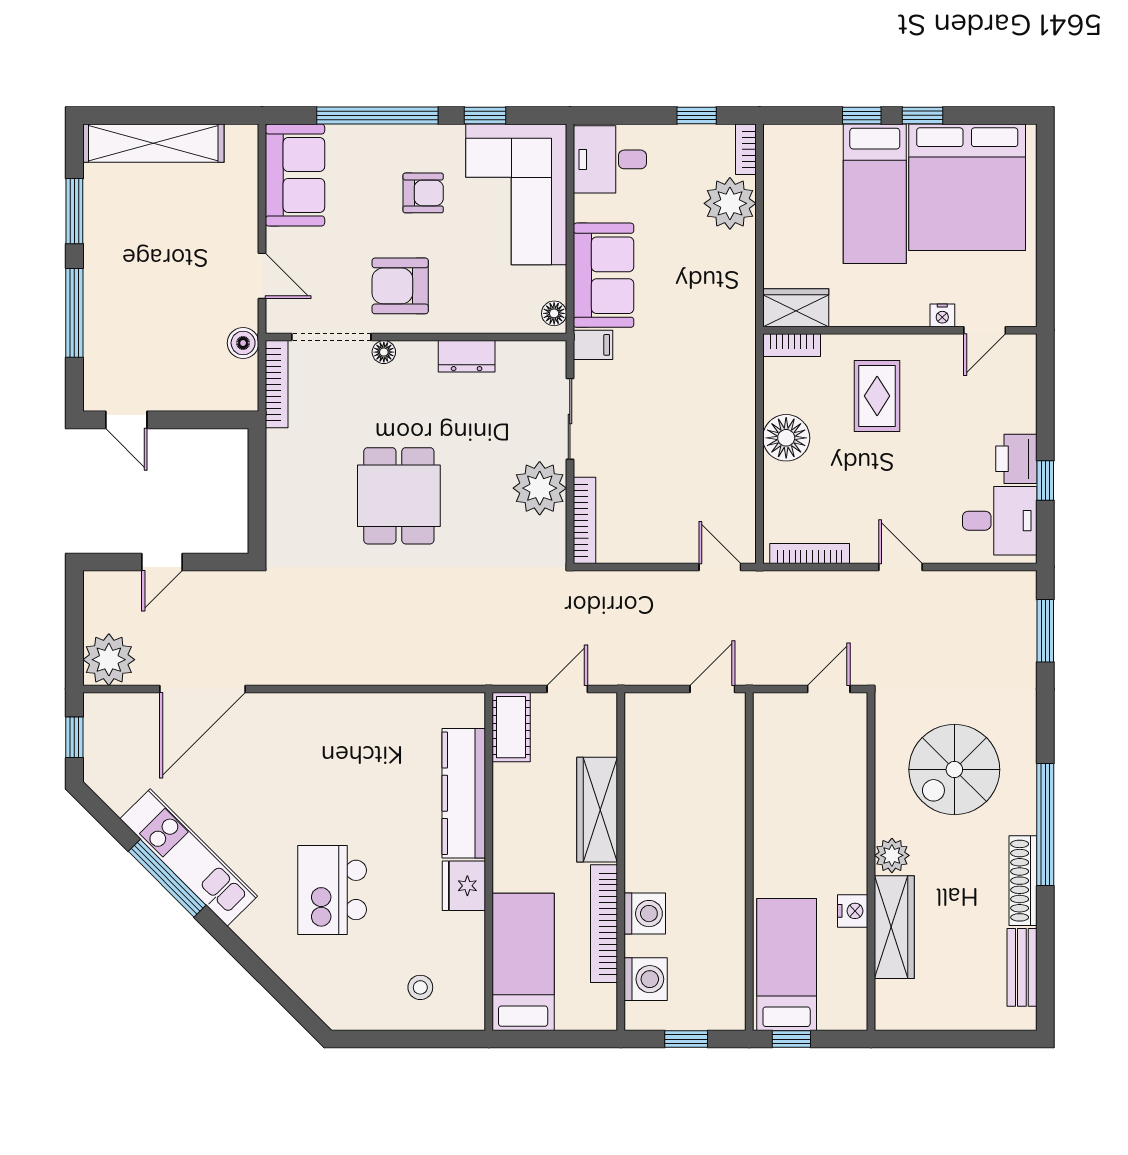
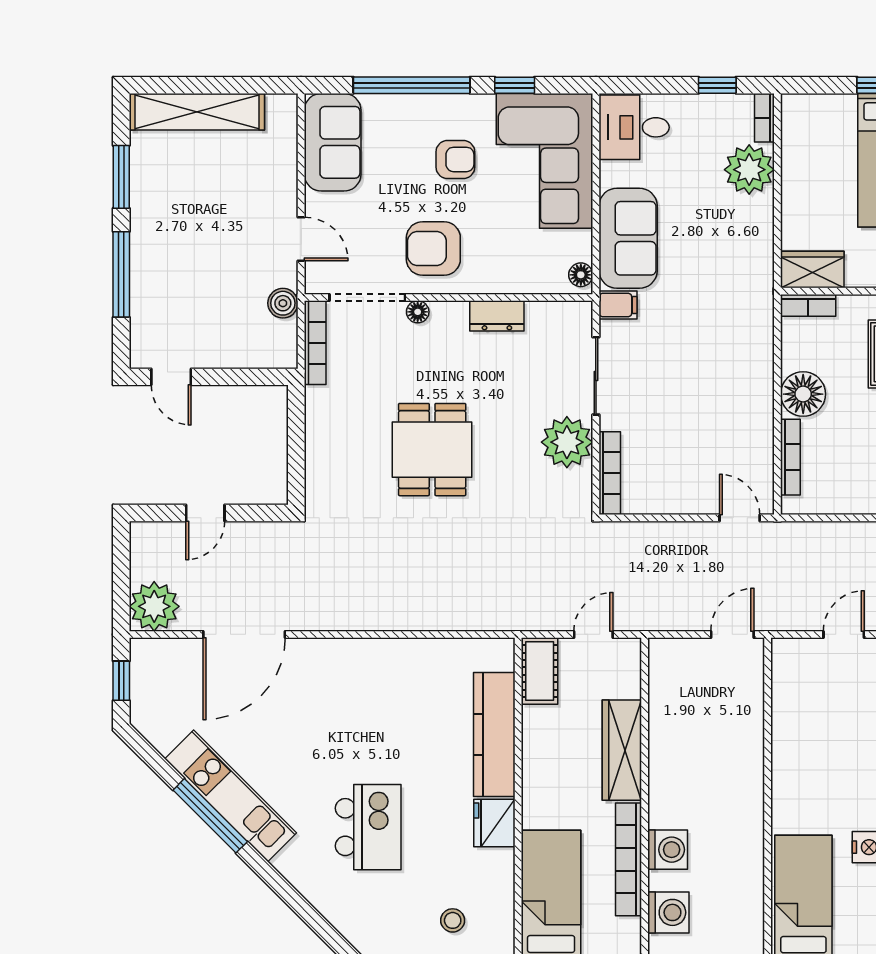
bookcase: (810, 554) -> (790, 457), moved, turned 90
kitchen island: (332, 890) -> (368, 827), turned 180

